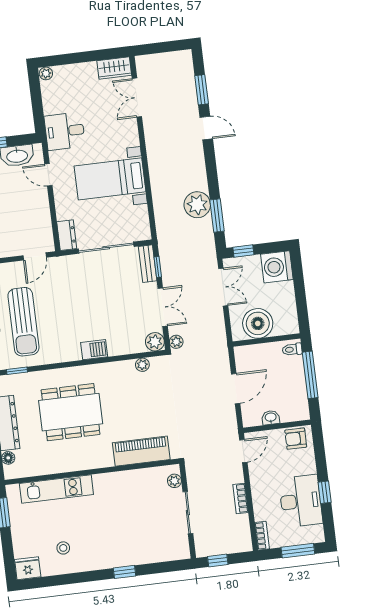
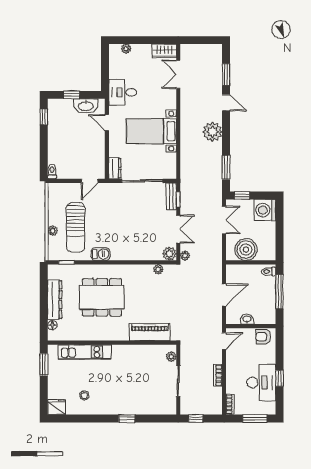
plant: (46, 73) -> (126, 49), moved
plant: (197, 205) -> (213, 132), moved
barbecue: (94, 350) -> (101, 254), moved

